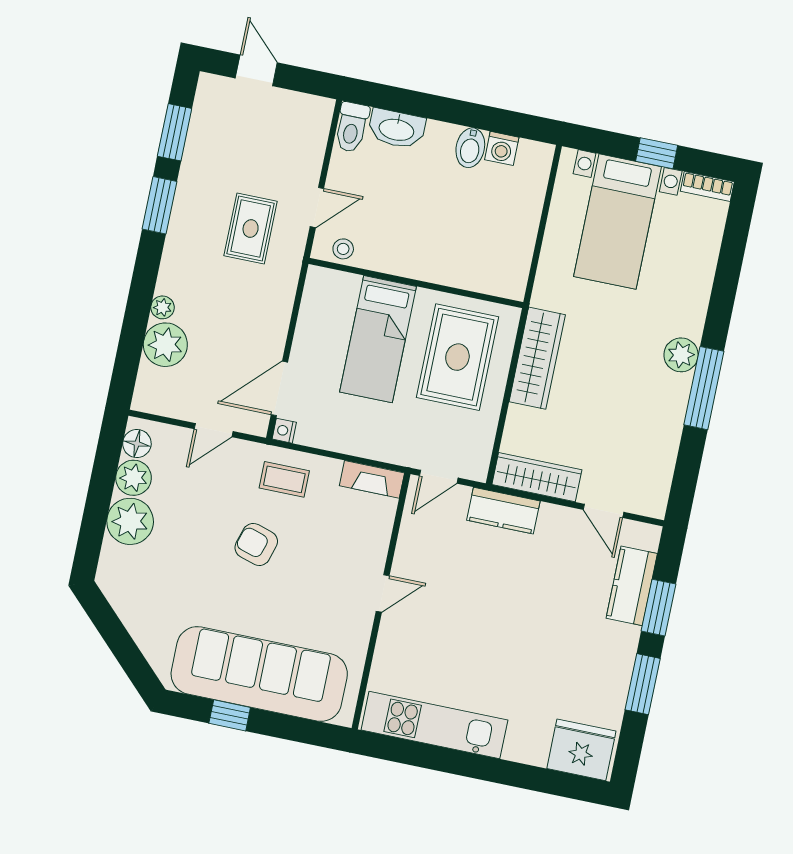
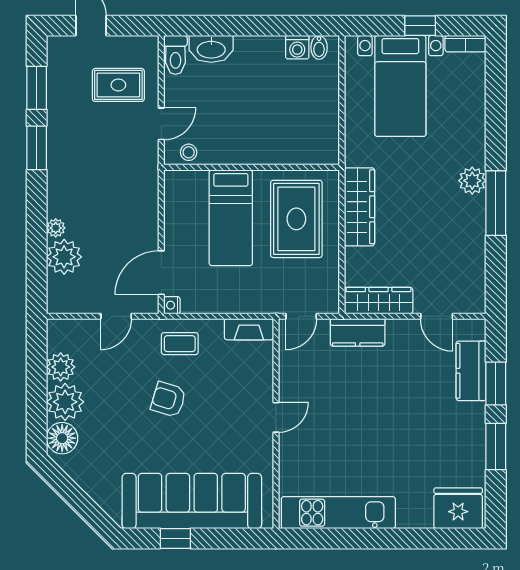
bidet: (470, 148) -> (319, 47), moved, width x0.72, depth x0.74
rug: (251, 229) -> (118, 85), moved, turned 90
floor lamp: (137, 444) -> (62, 438), moved, width x1.38, depth x1.38

